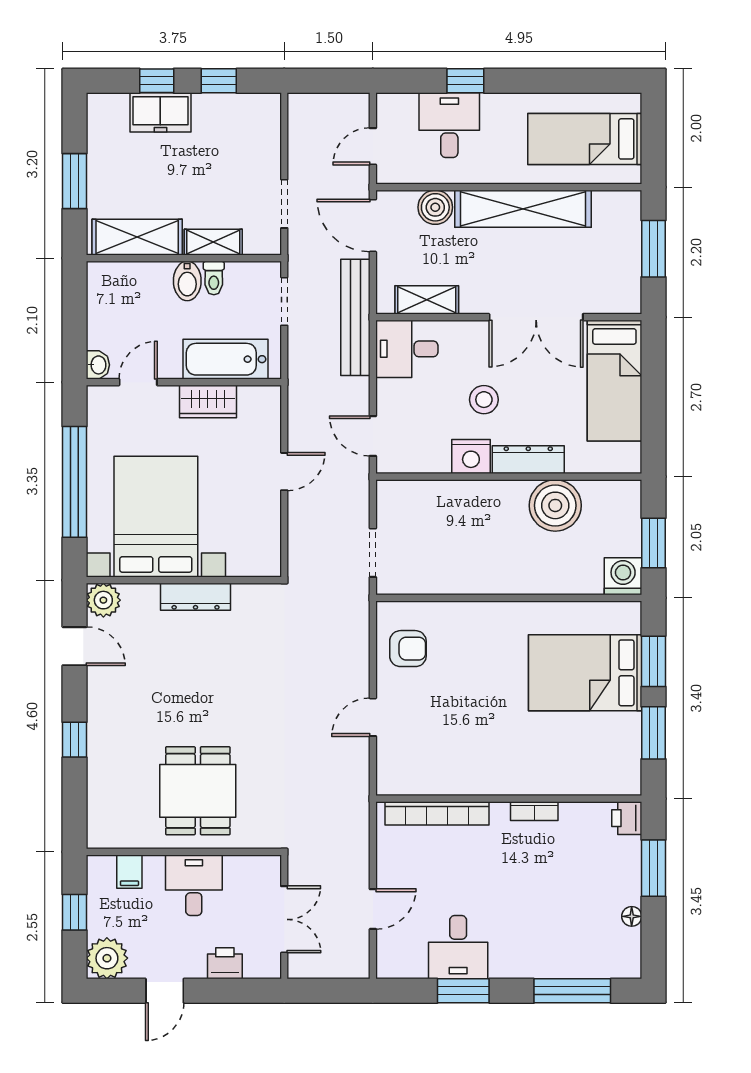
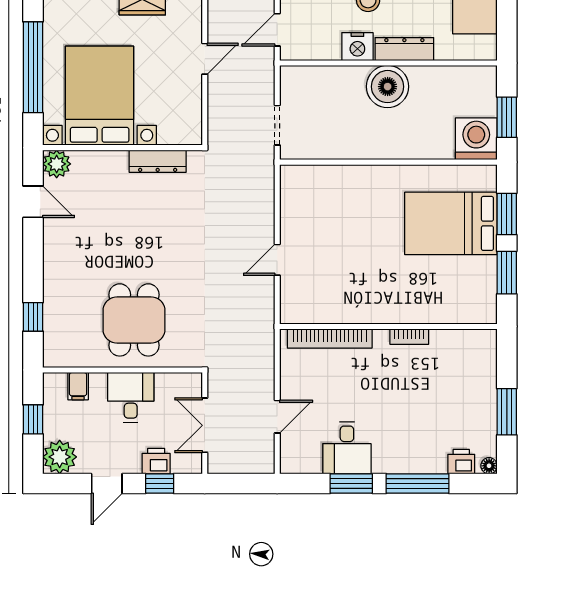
door: (373, 436) -> (277, 30), hinge flipped
boiler: (555, 505) -> (388, 87), moved
washing machine: (623, 576) -> (476, 139), width x1.37, depth x1.37
dresser: (196, 597) -> (158, 161), moved
armchair: (408, 649) -> (306, 204), removed
window: (74, 740) -> (33, 317), moved
printer: (627, 818) -> (461, 462), moved, turned 90
window: (653, 868) -> (507, 412), moved
floor lamp: (632, 916) -> (489, 466), moved
double door: (284, 919) -> (205, 425), swing flipped
window: (229, 991) -> (160, 484), added
window: (572, 991) -> (417, 484), moved

